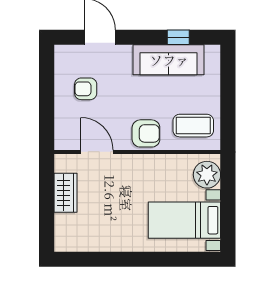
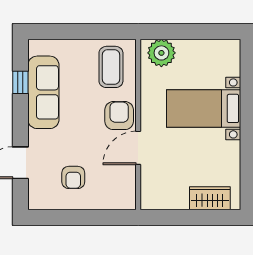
door: (97, 152) -> (138, 148), moved
wardrobe: (65, 193) -> (210, 198), moved
bed with nightstands: (184, 220) -> (204, 108), moved, turned 90

